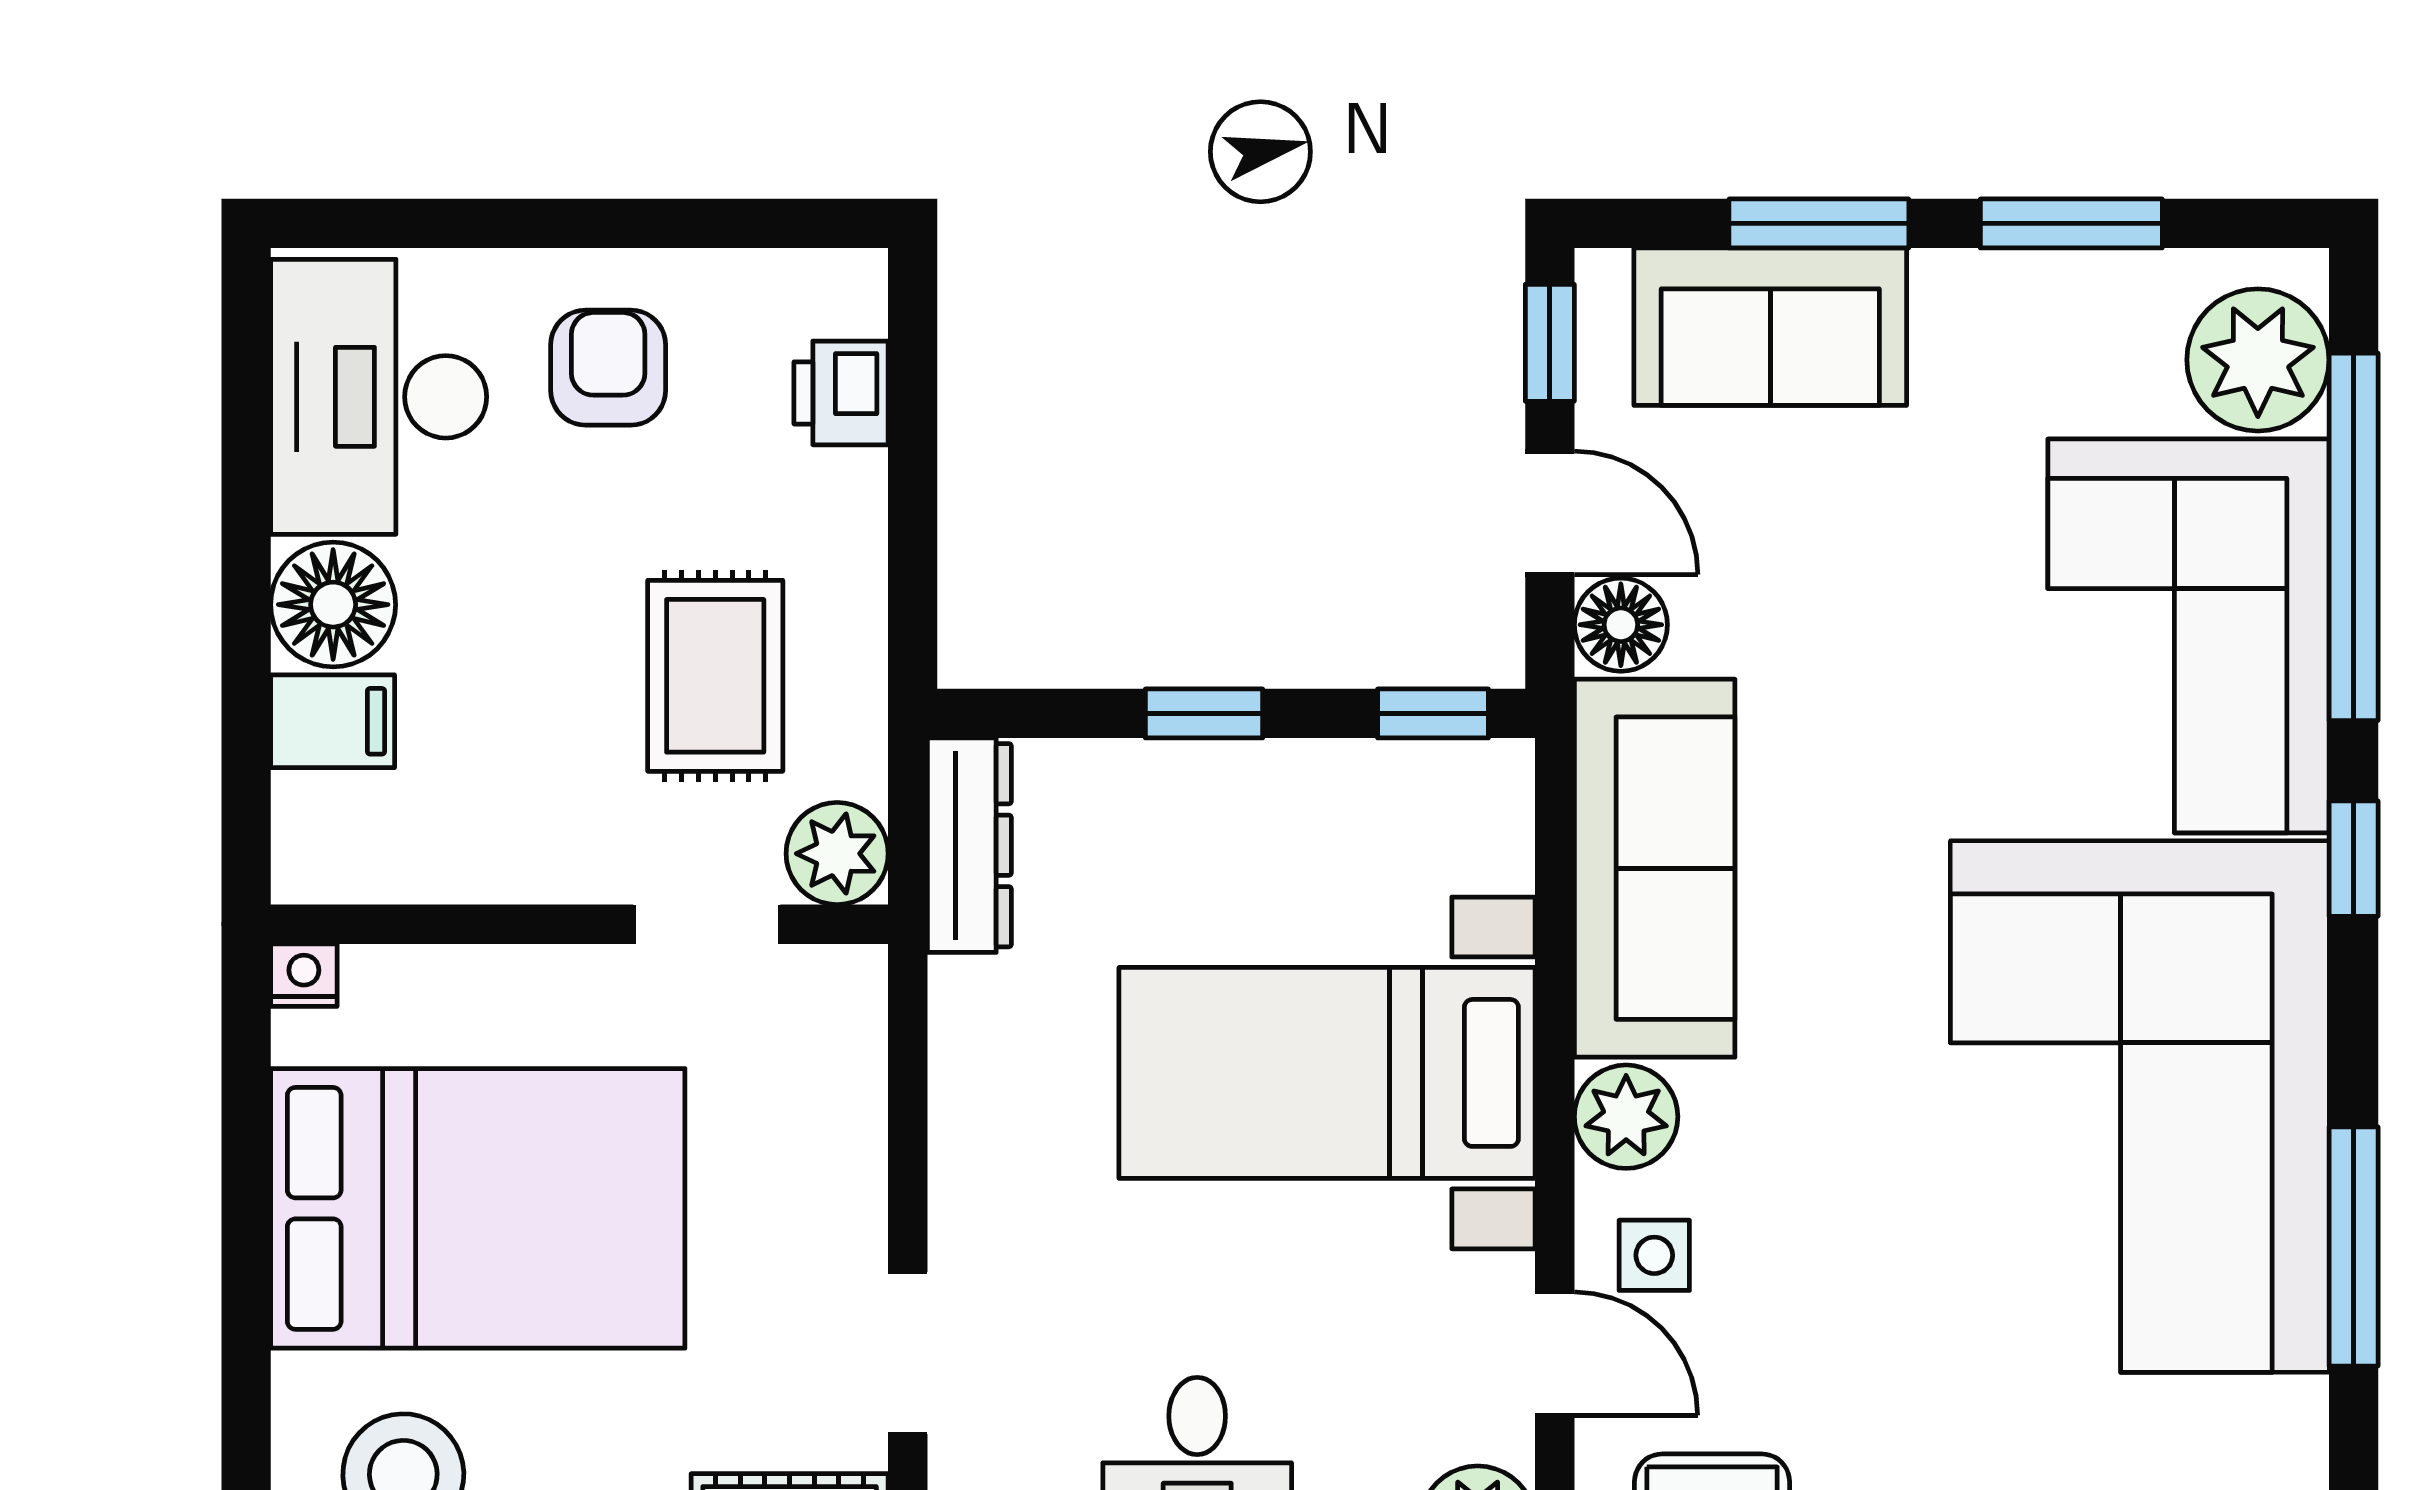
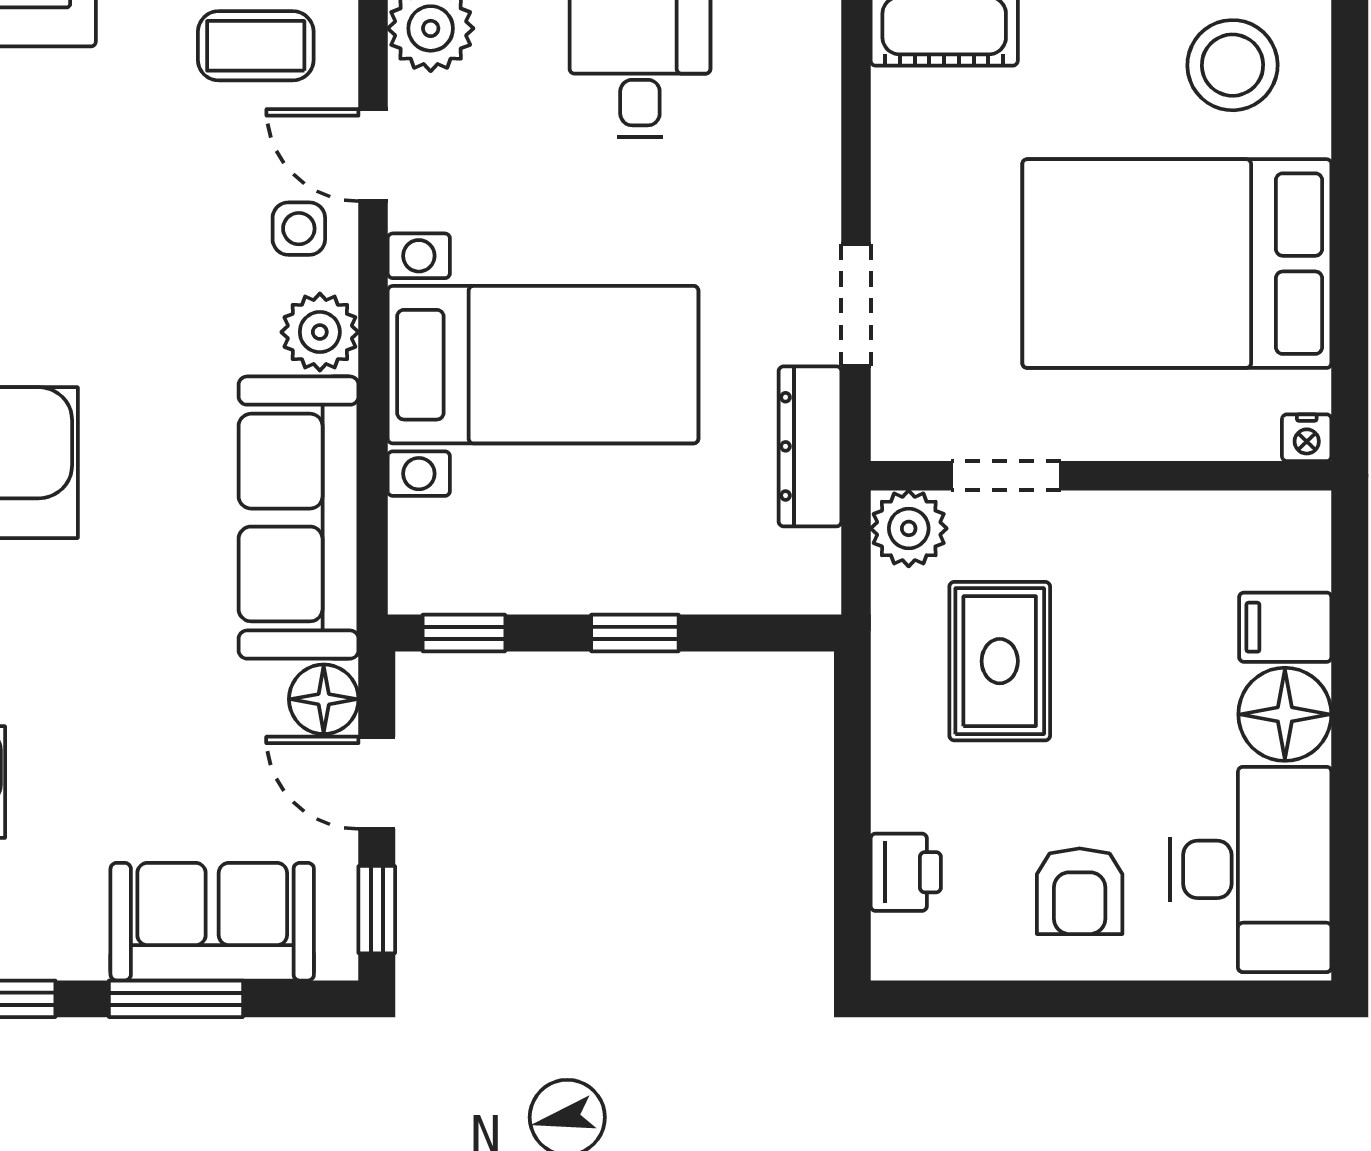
dresser: (969, 845) -> (810, 446), moved
doorway: (908, 1353) -> (856, 305), moved

